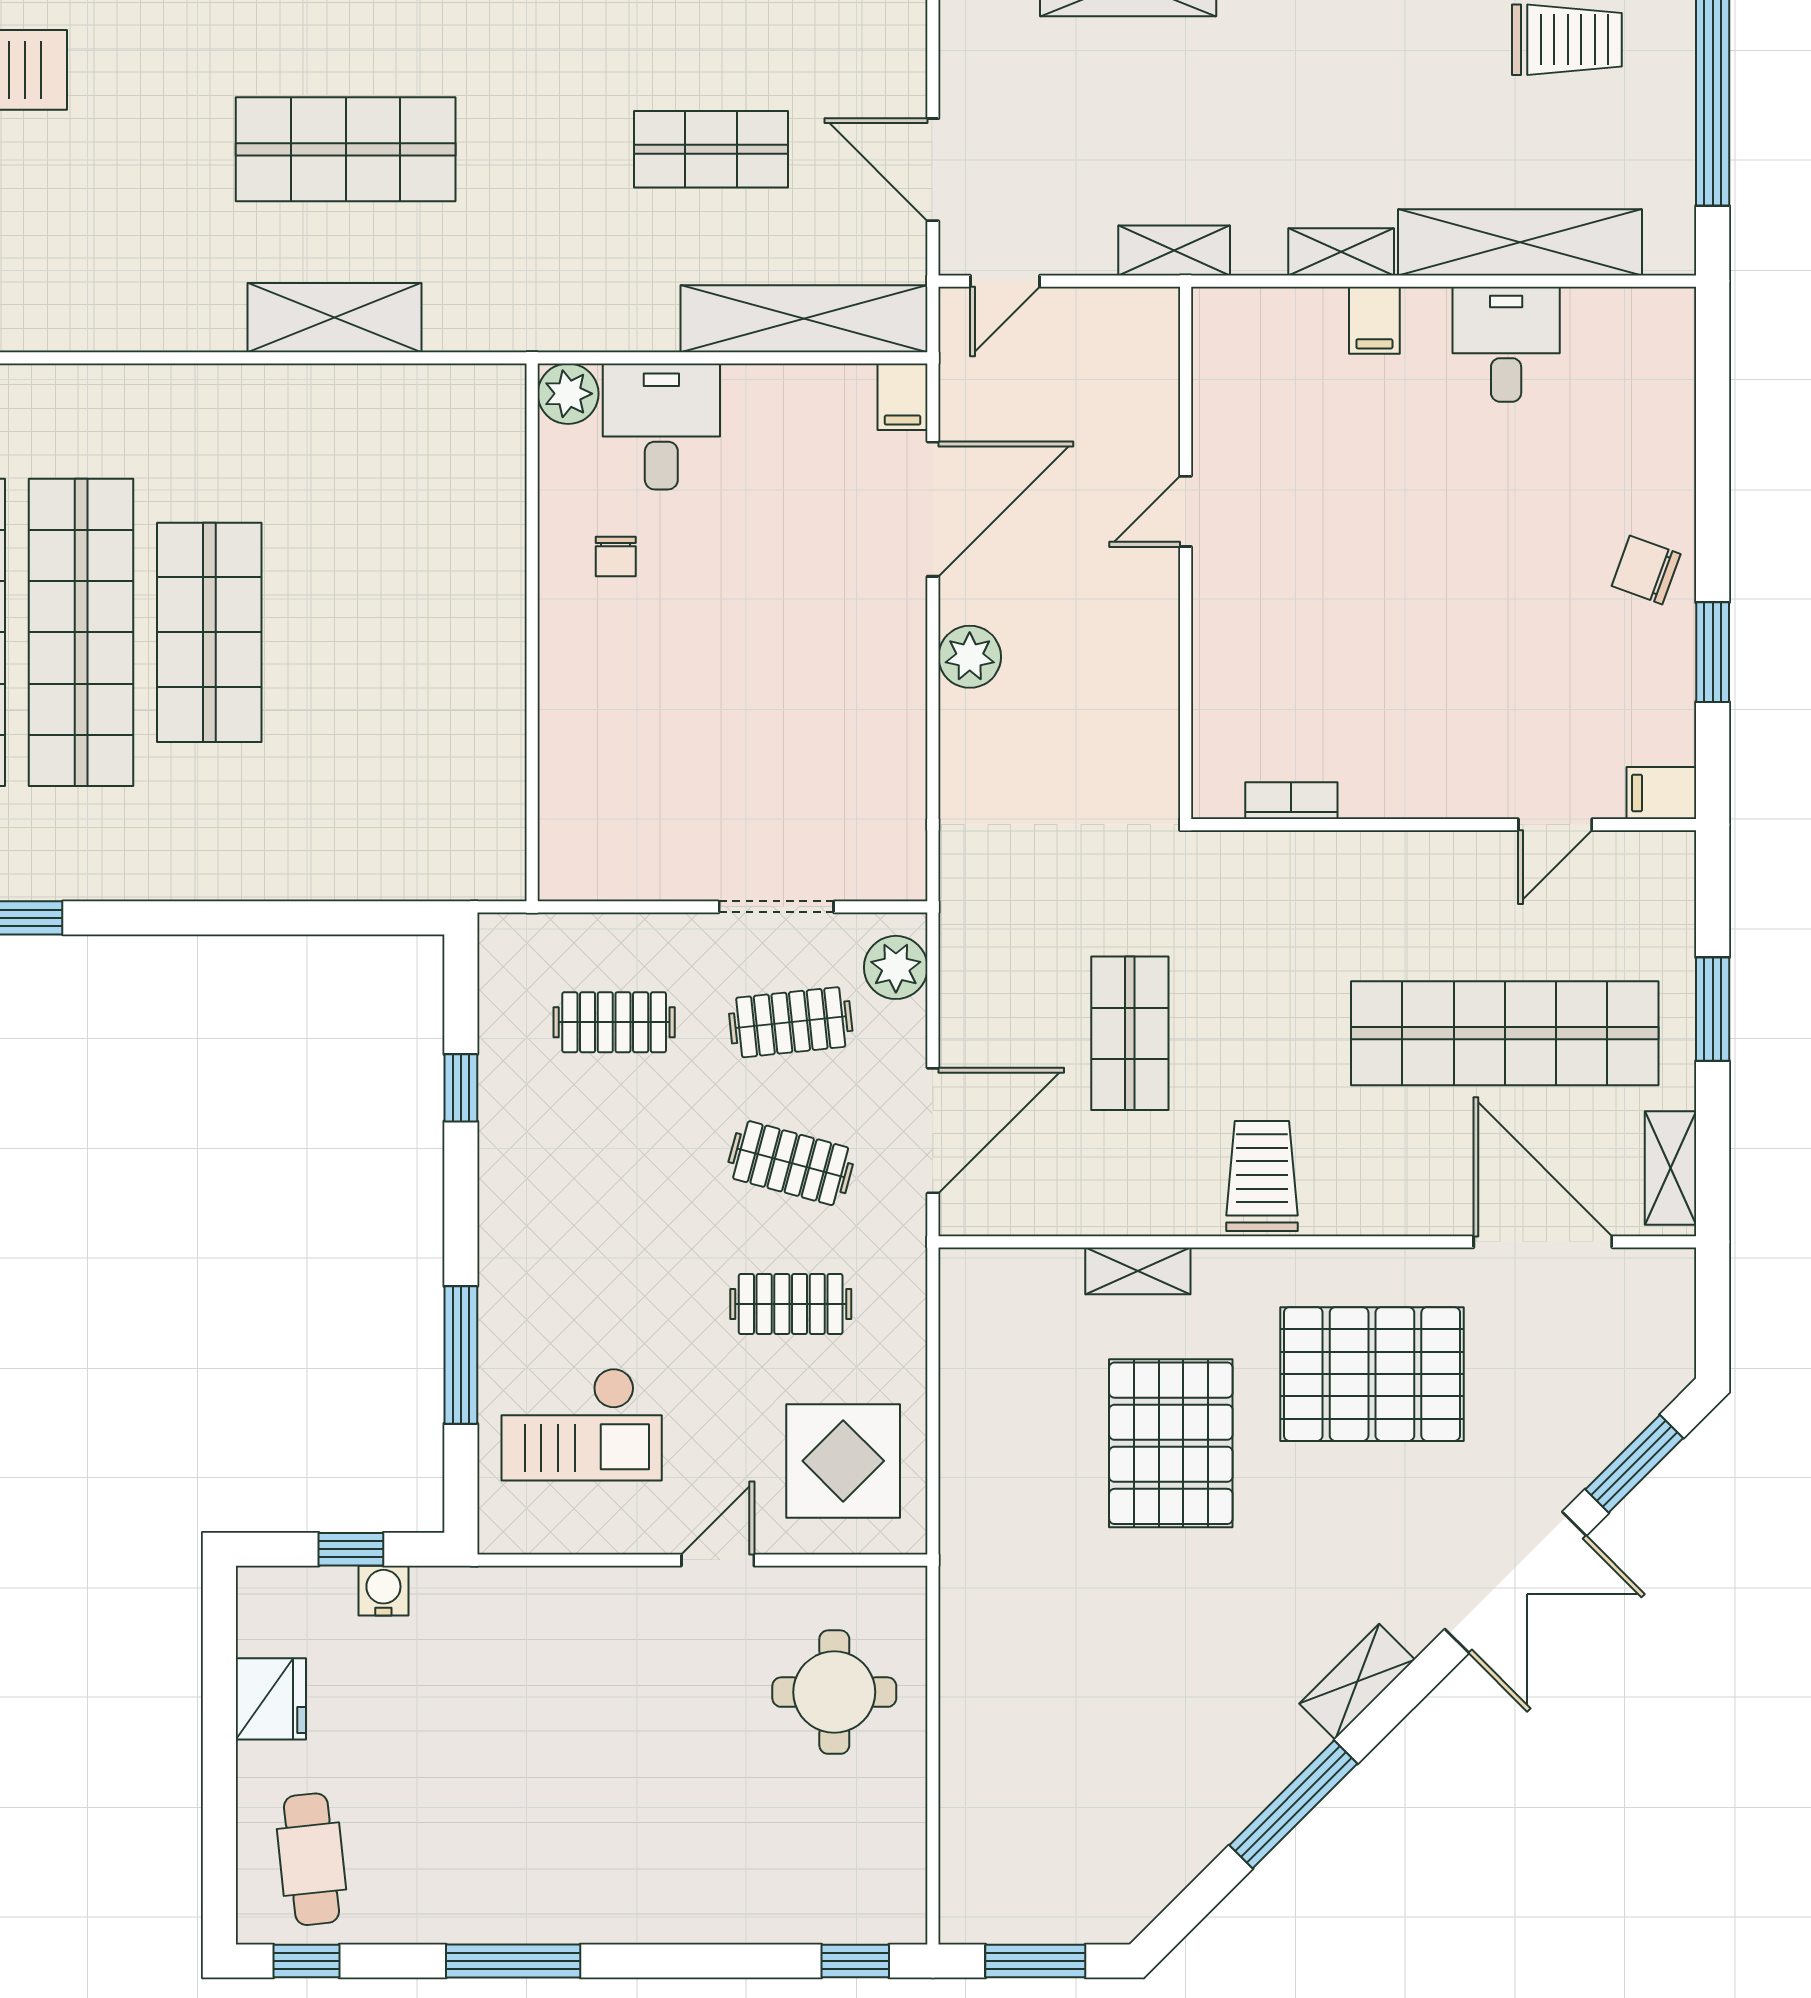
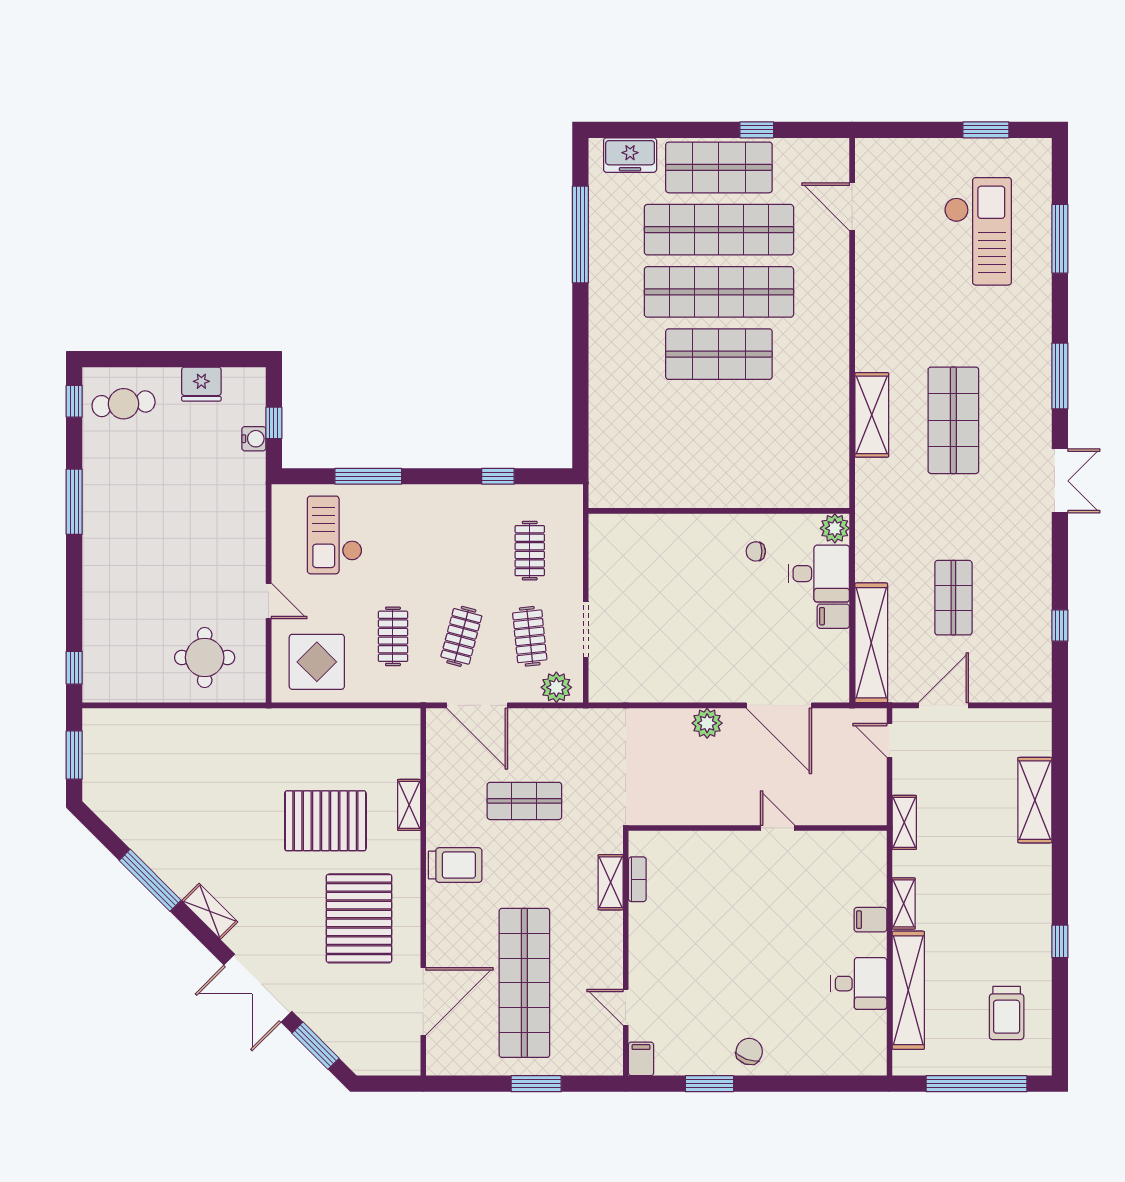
filing cabinet: (903, 397) -> (833, 616), moved
shelving: (1671, 1168) -> (611, 882), moved, turned 90

